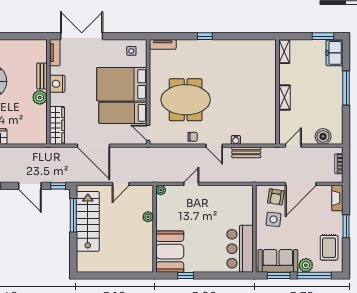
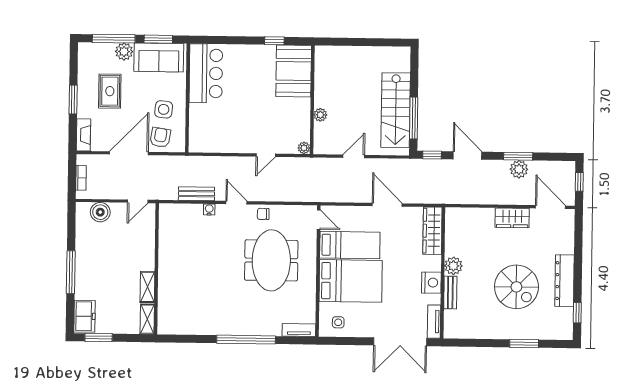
window: (205, 36) -> (246, 340), width x3.17
shelving: (284, 98) -> (147, 287), moved
meeting table: (186, 100) -> (271, 260), turned 90
door: (93, 146) -> (387, 205), width x0.73
rug: (329, 248) -> (110, 91), moved

